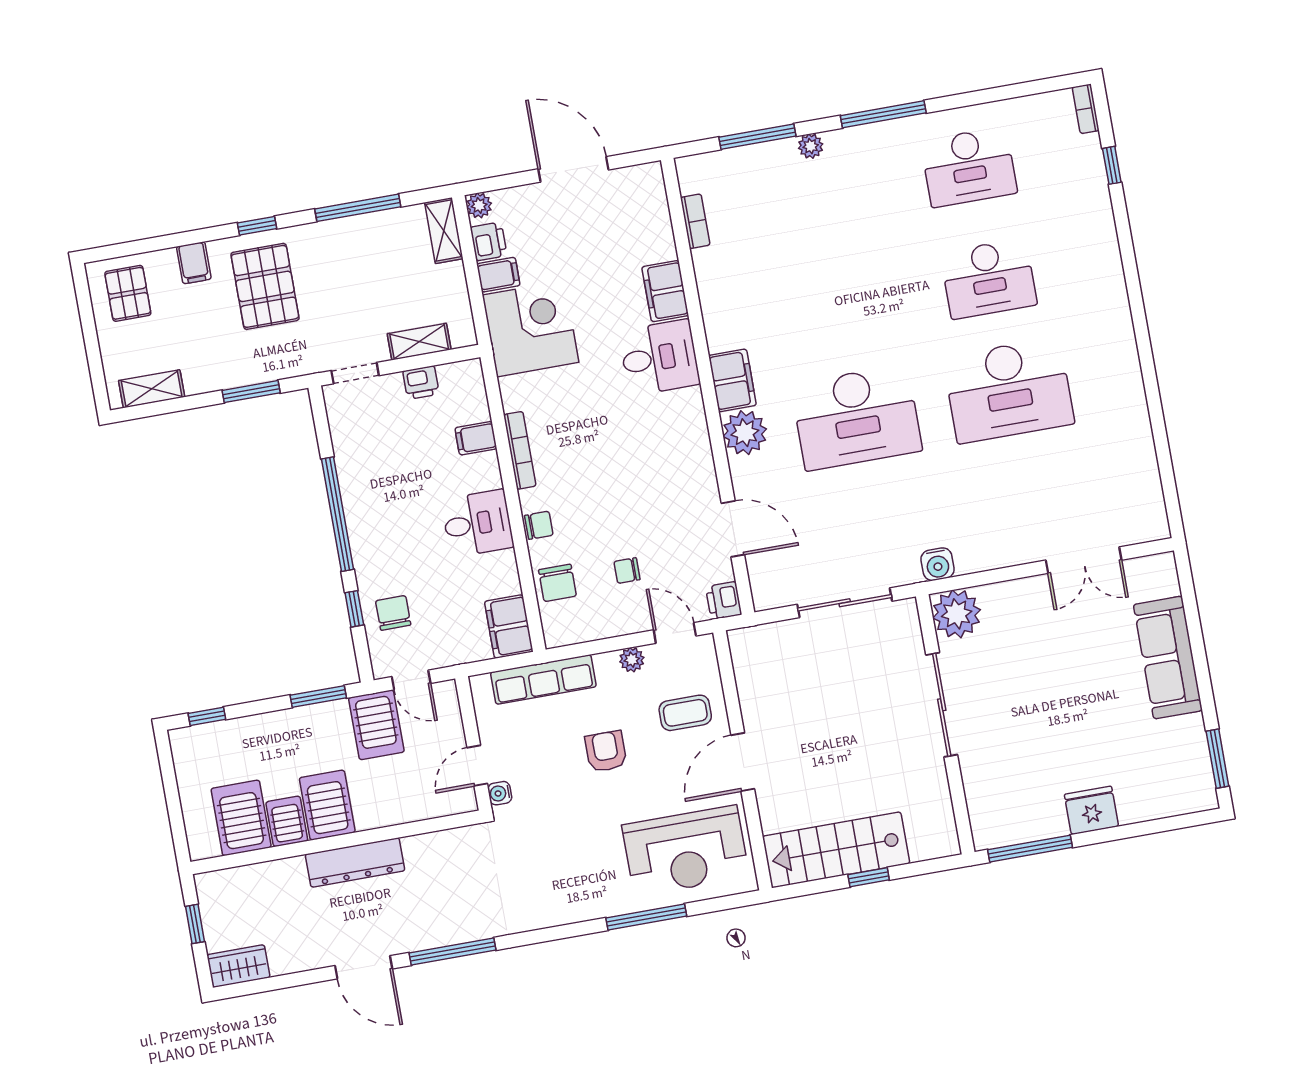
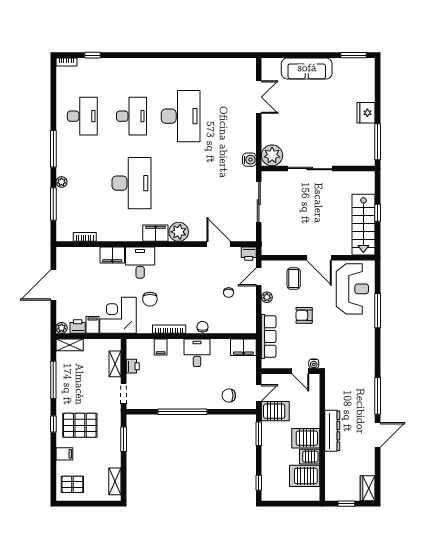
desk: (856, 417) -> (132, 183), moved
door: (733, 529) -> (219, 244), hinge flipped
chair: (557, 583) -> (150, 299), moved, turned 90
window: (354, 609) -> (224, 412), removed

